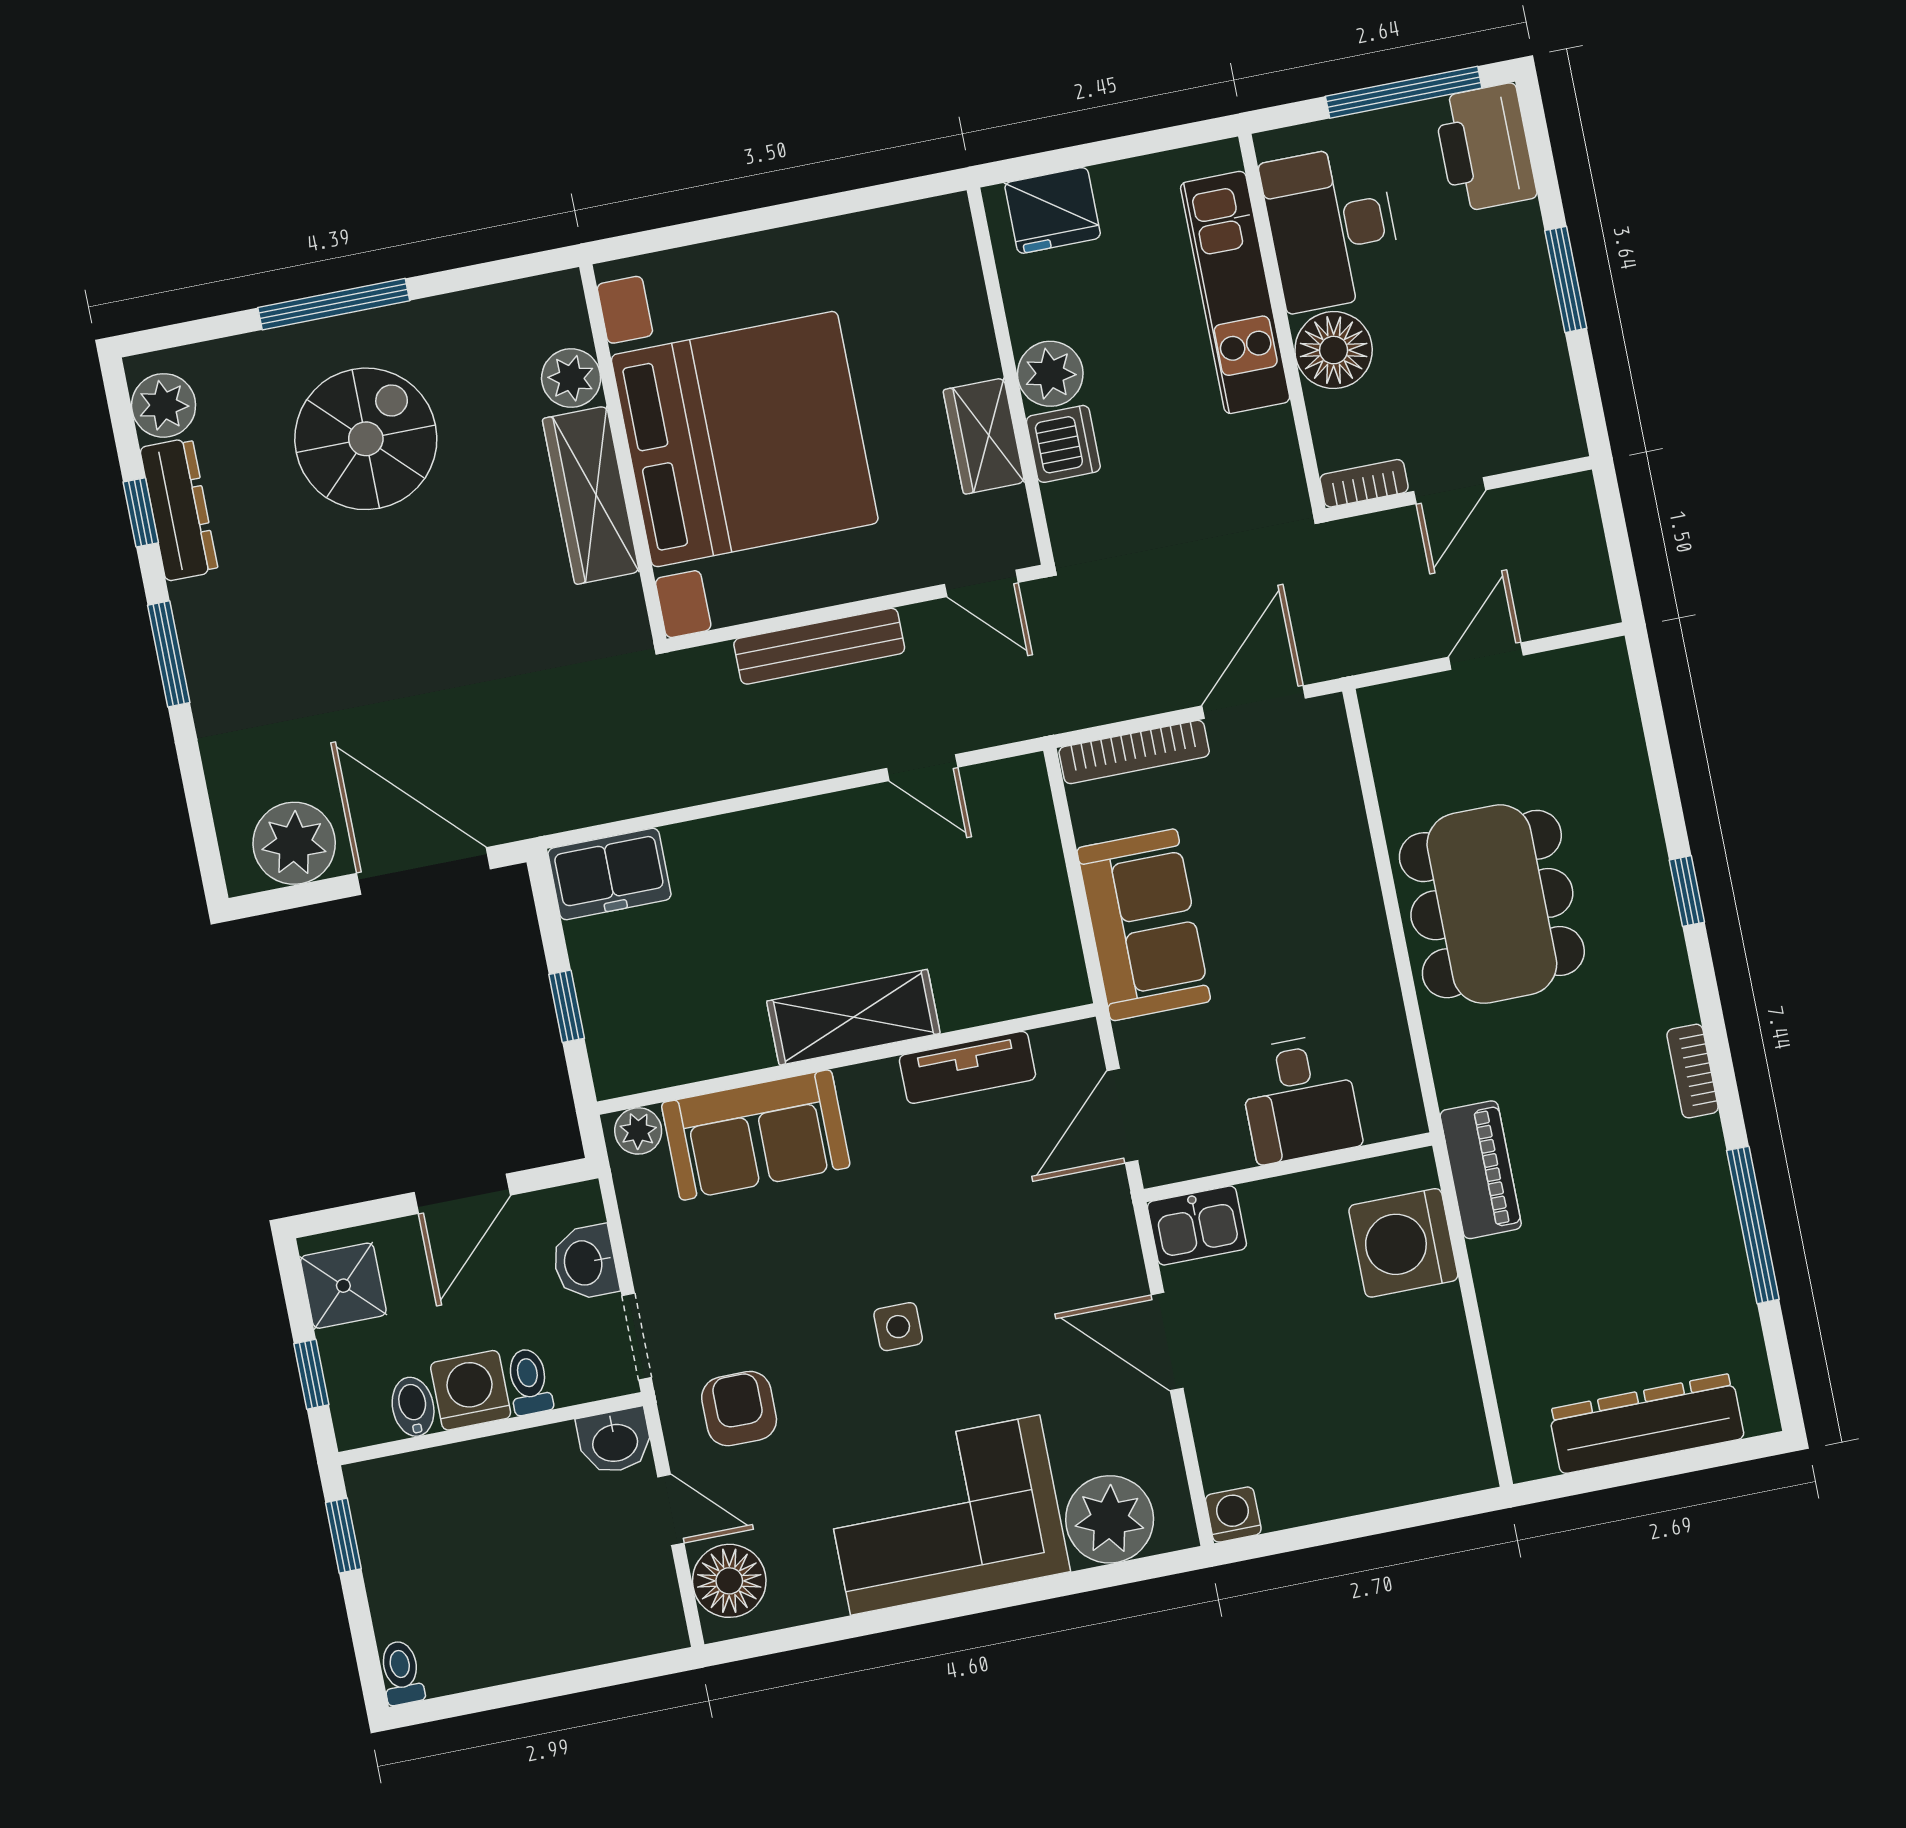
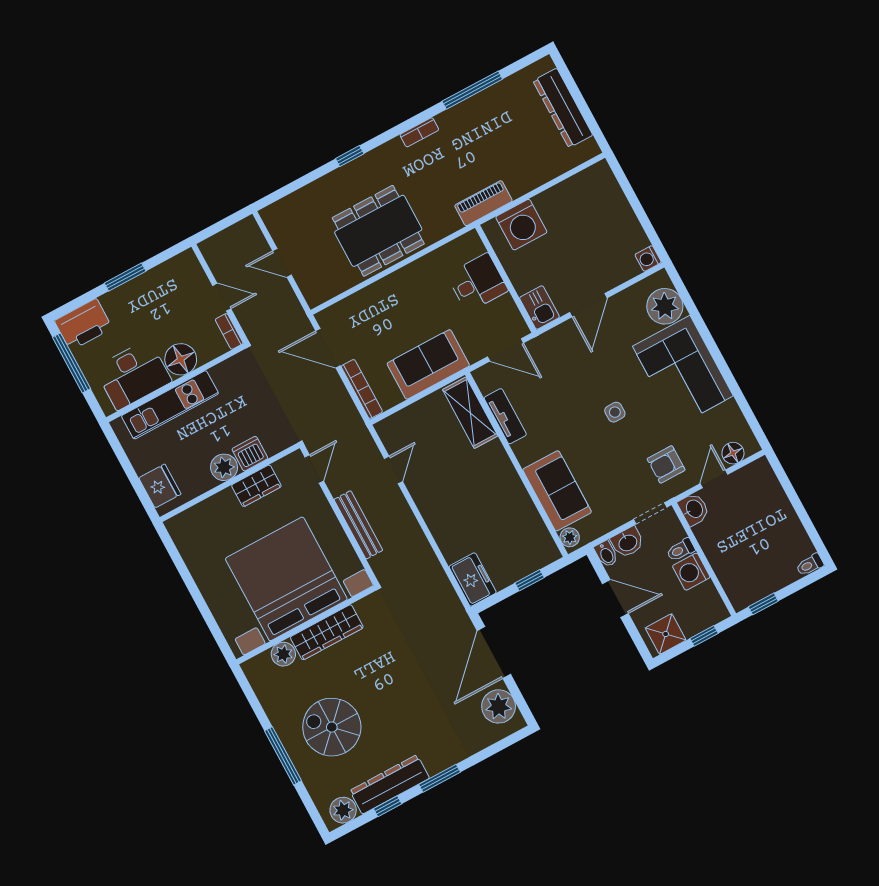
dresser: (179, 509) -> (390, 784), width x1.37, depth x1.24
shelving: (853, 1017) -> (470, 413), moved
bidet: (413, 1407) -> (606, 554), moved, turned -90
floor lamp: (729, 1581) -> (733, 453), width x0.73, depth x0.73

